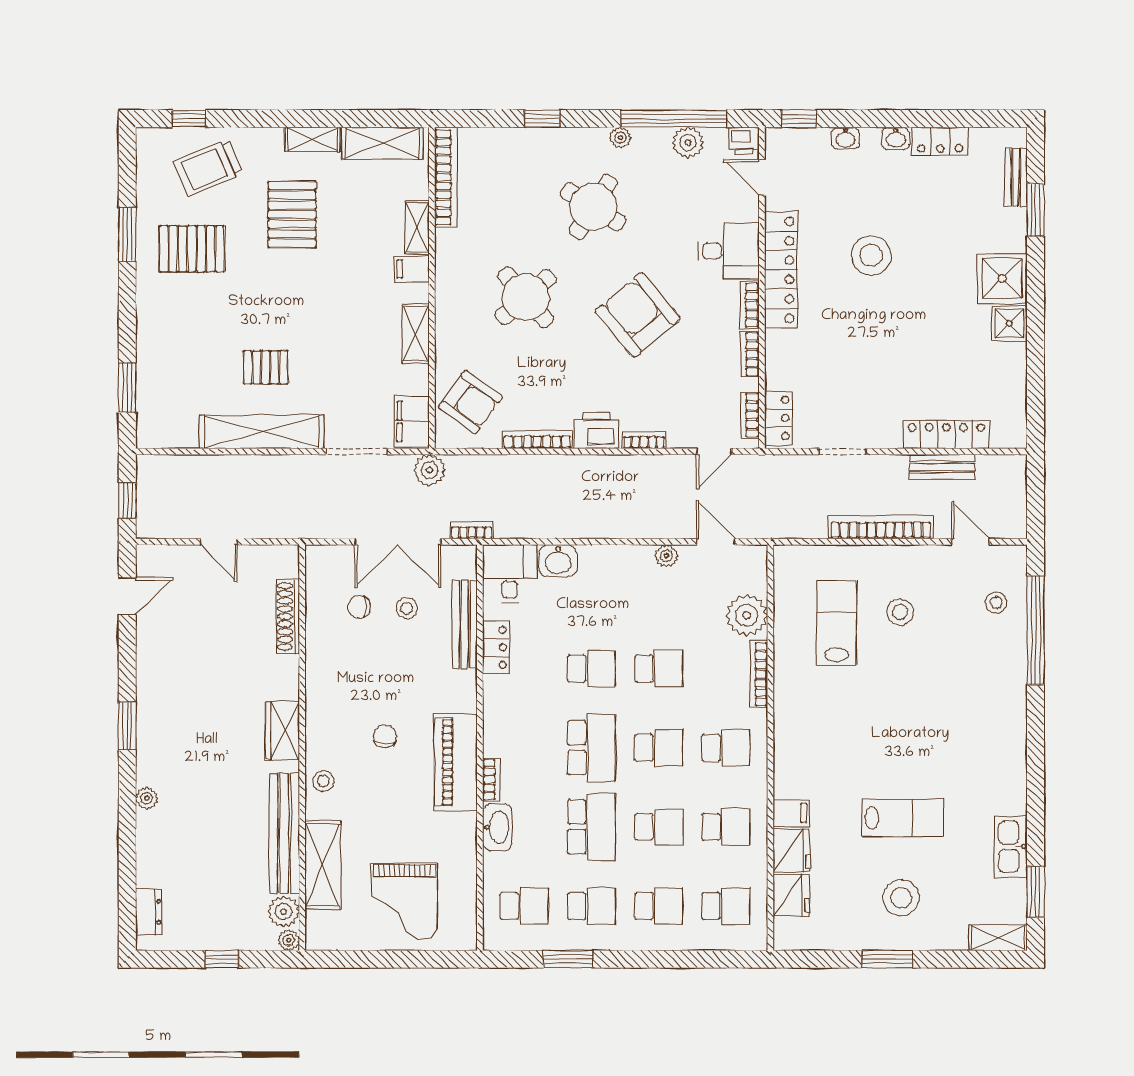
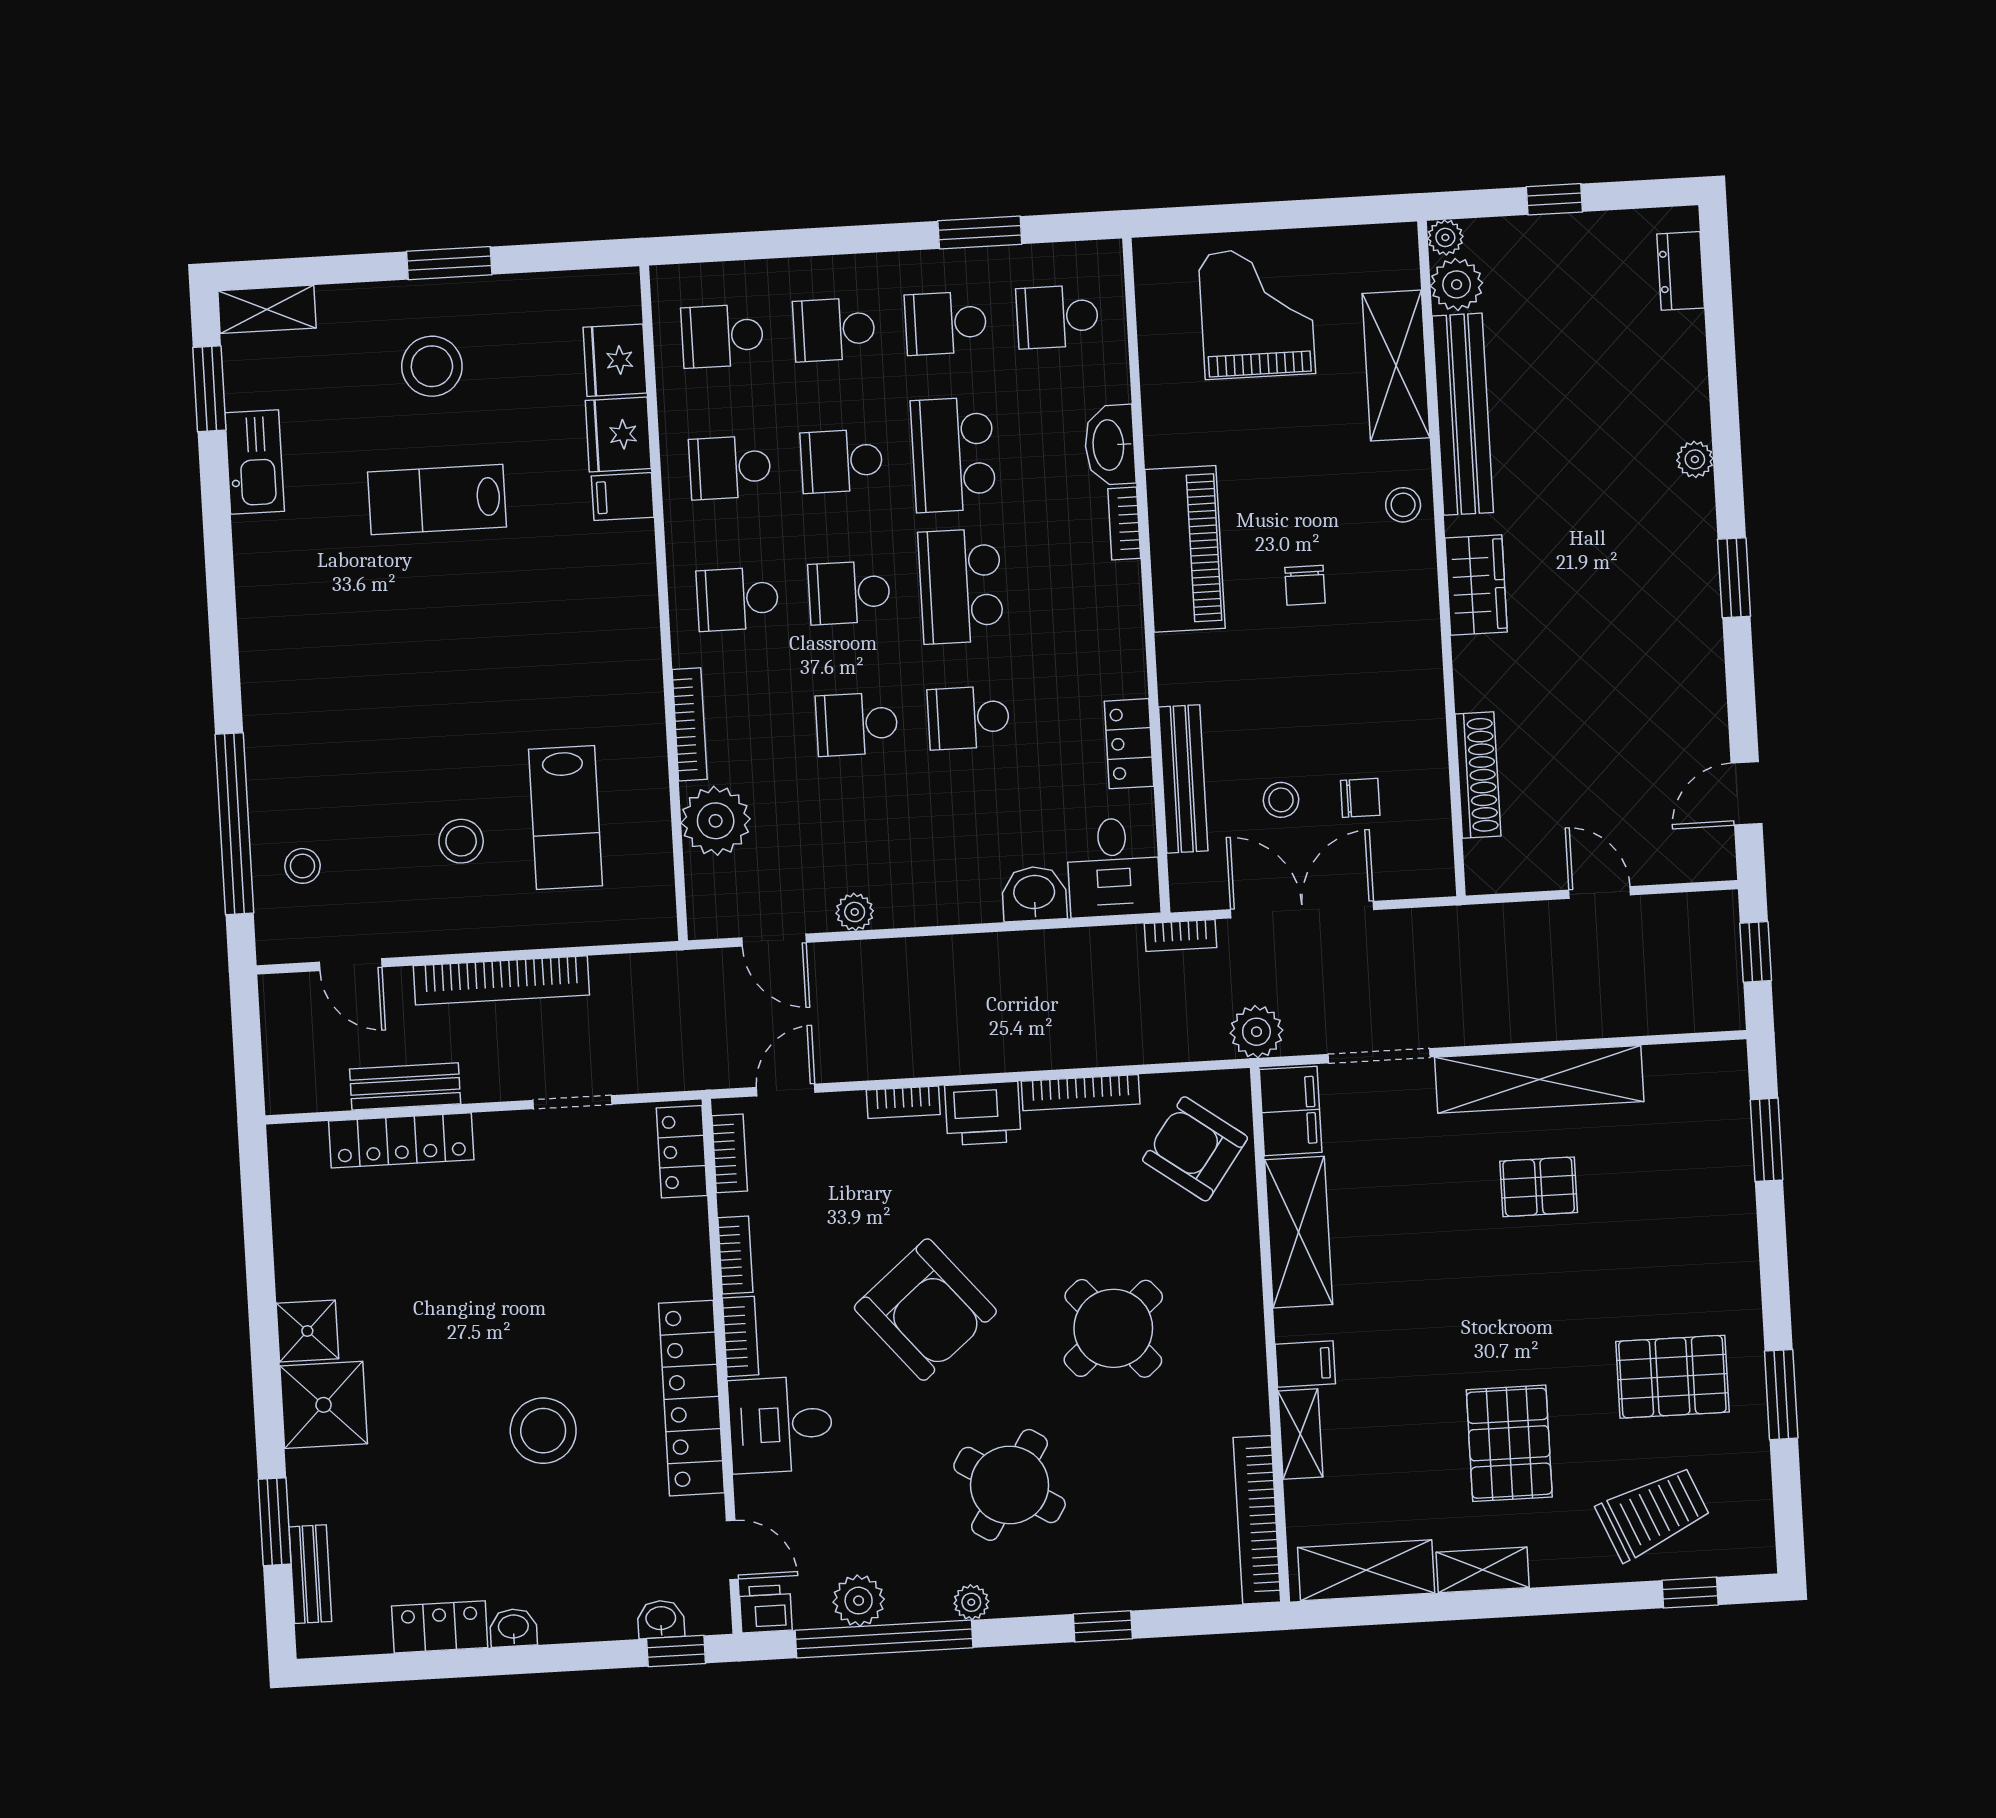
washbasin: (845, 138) -> (661, 1619), moved
shelving: (416, 334) -> (1299, 1232), width x1.50, depth x1.33

